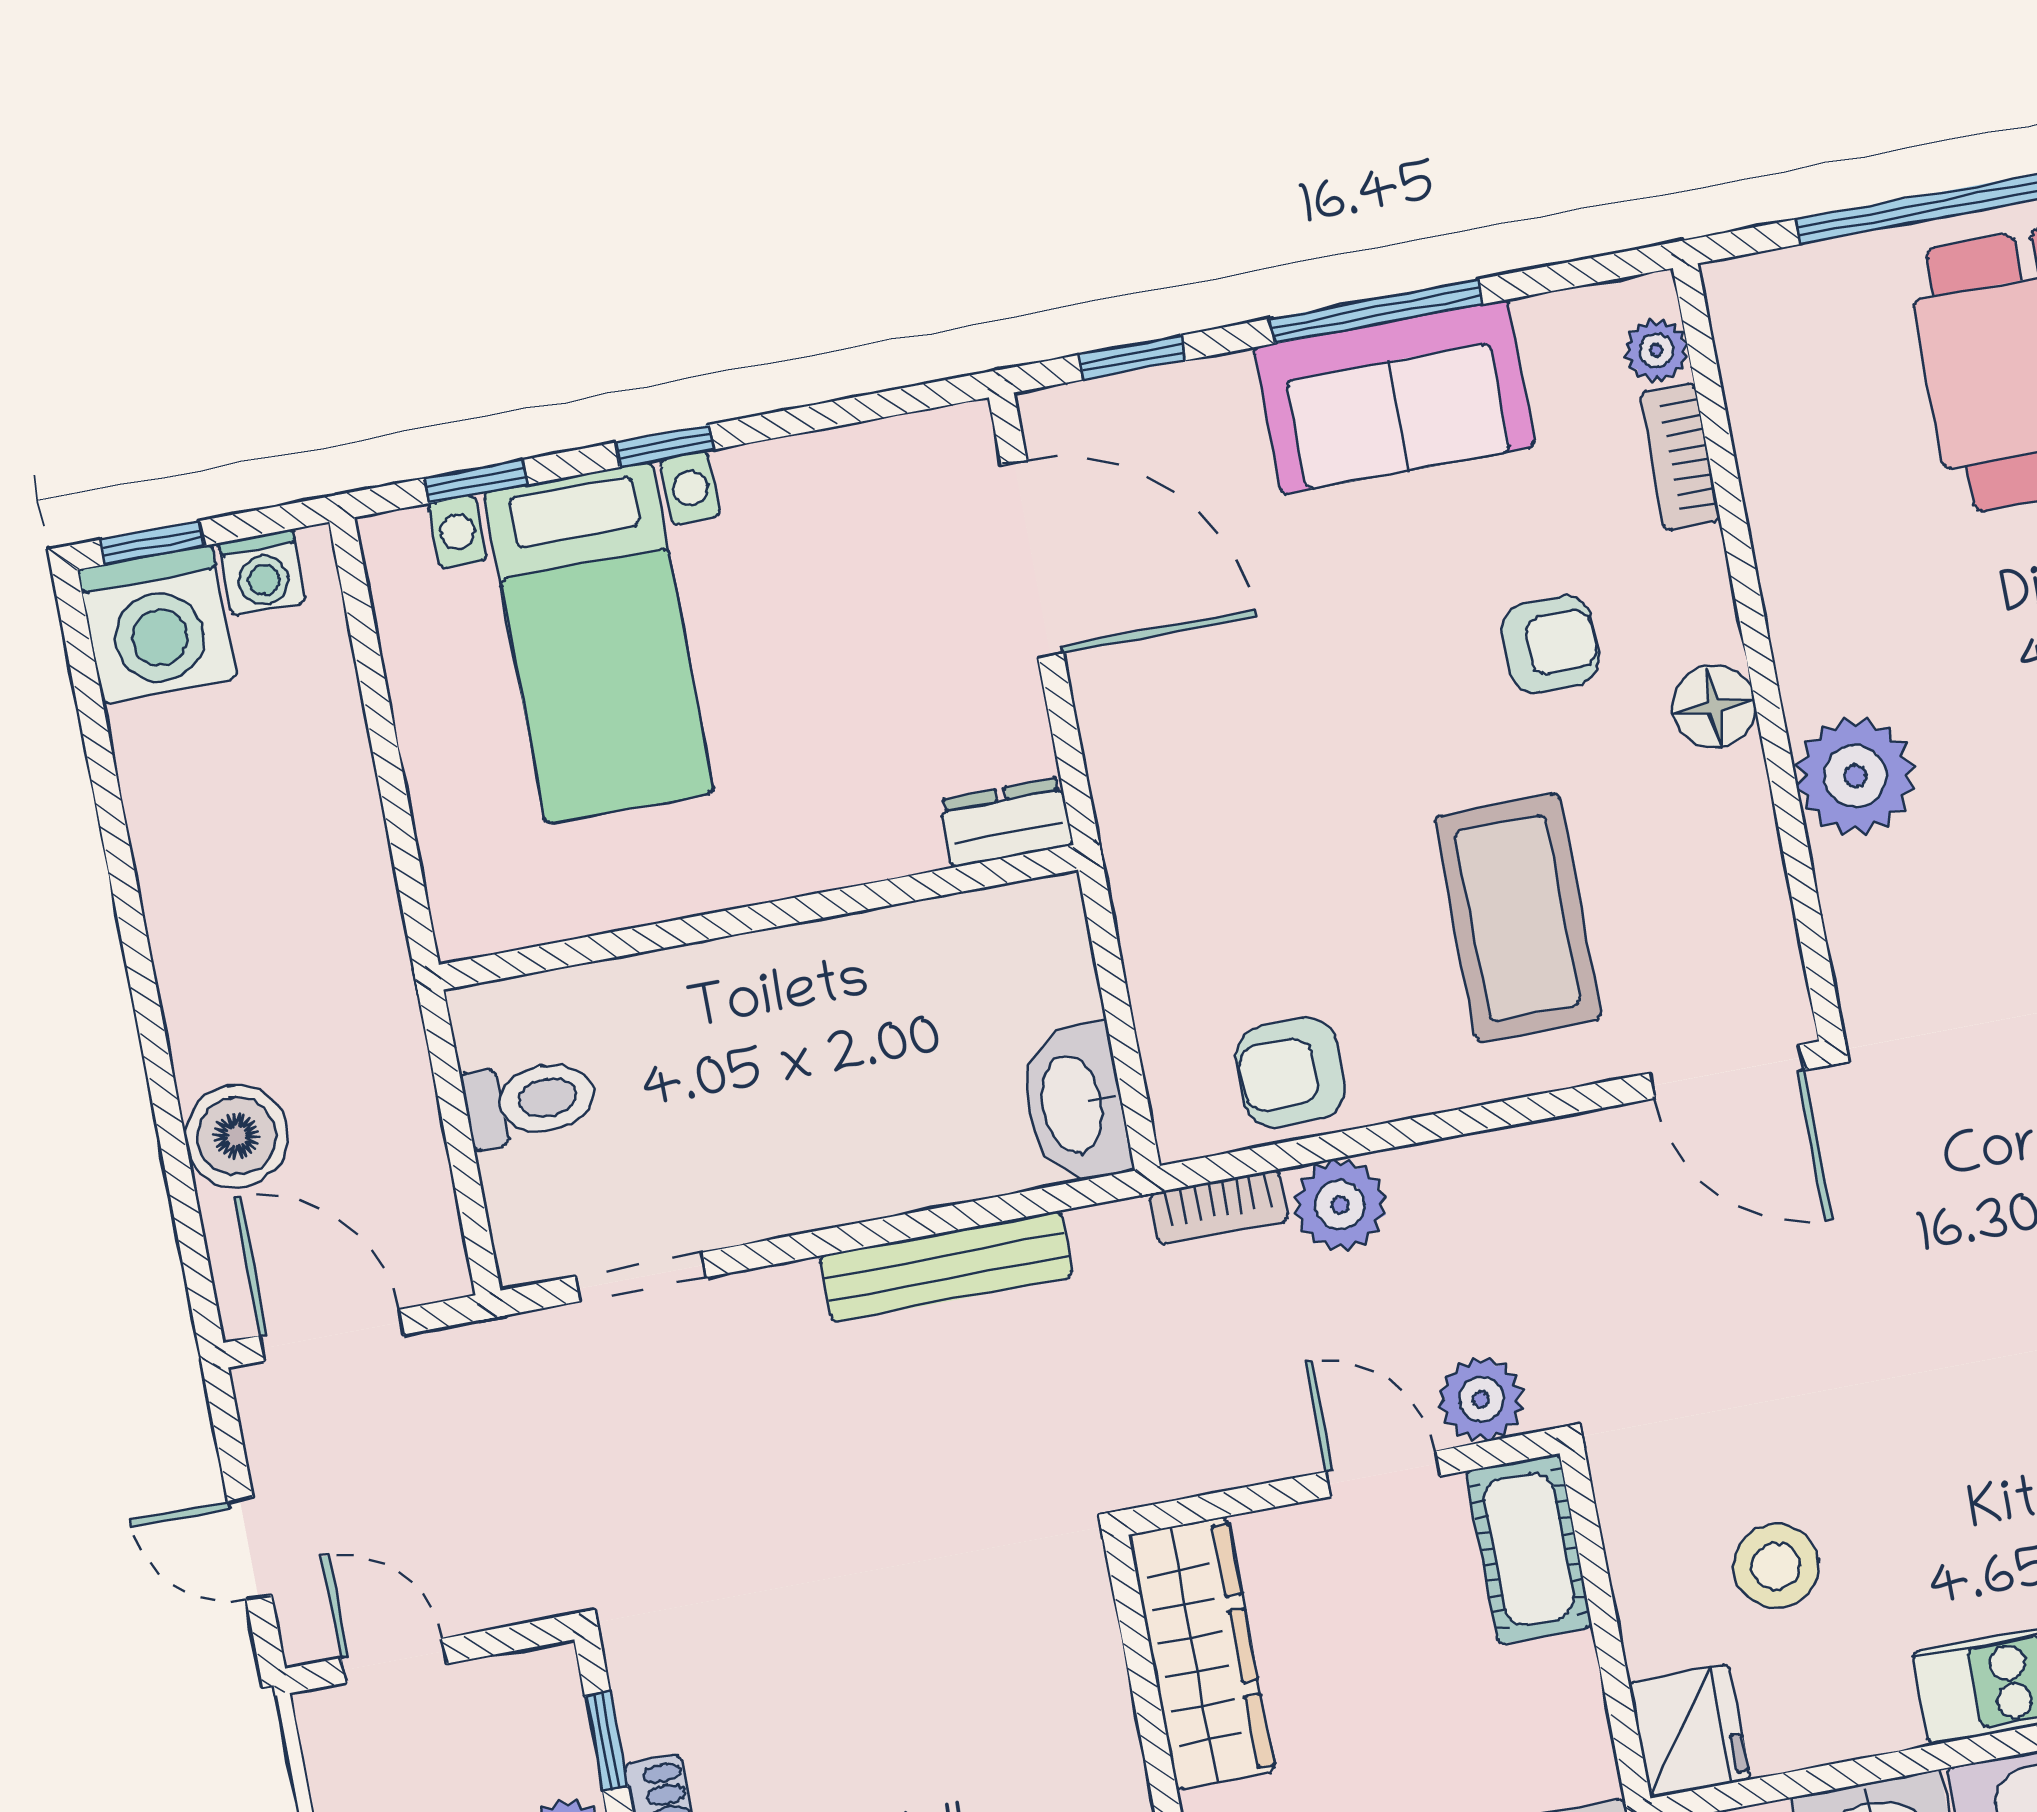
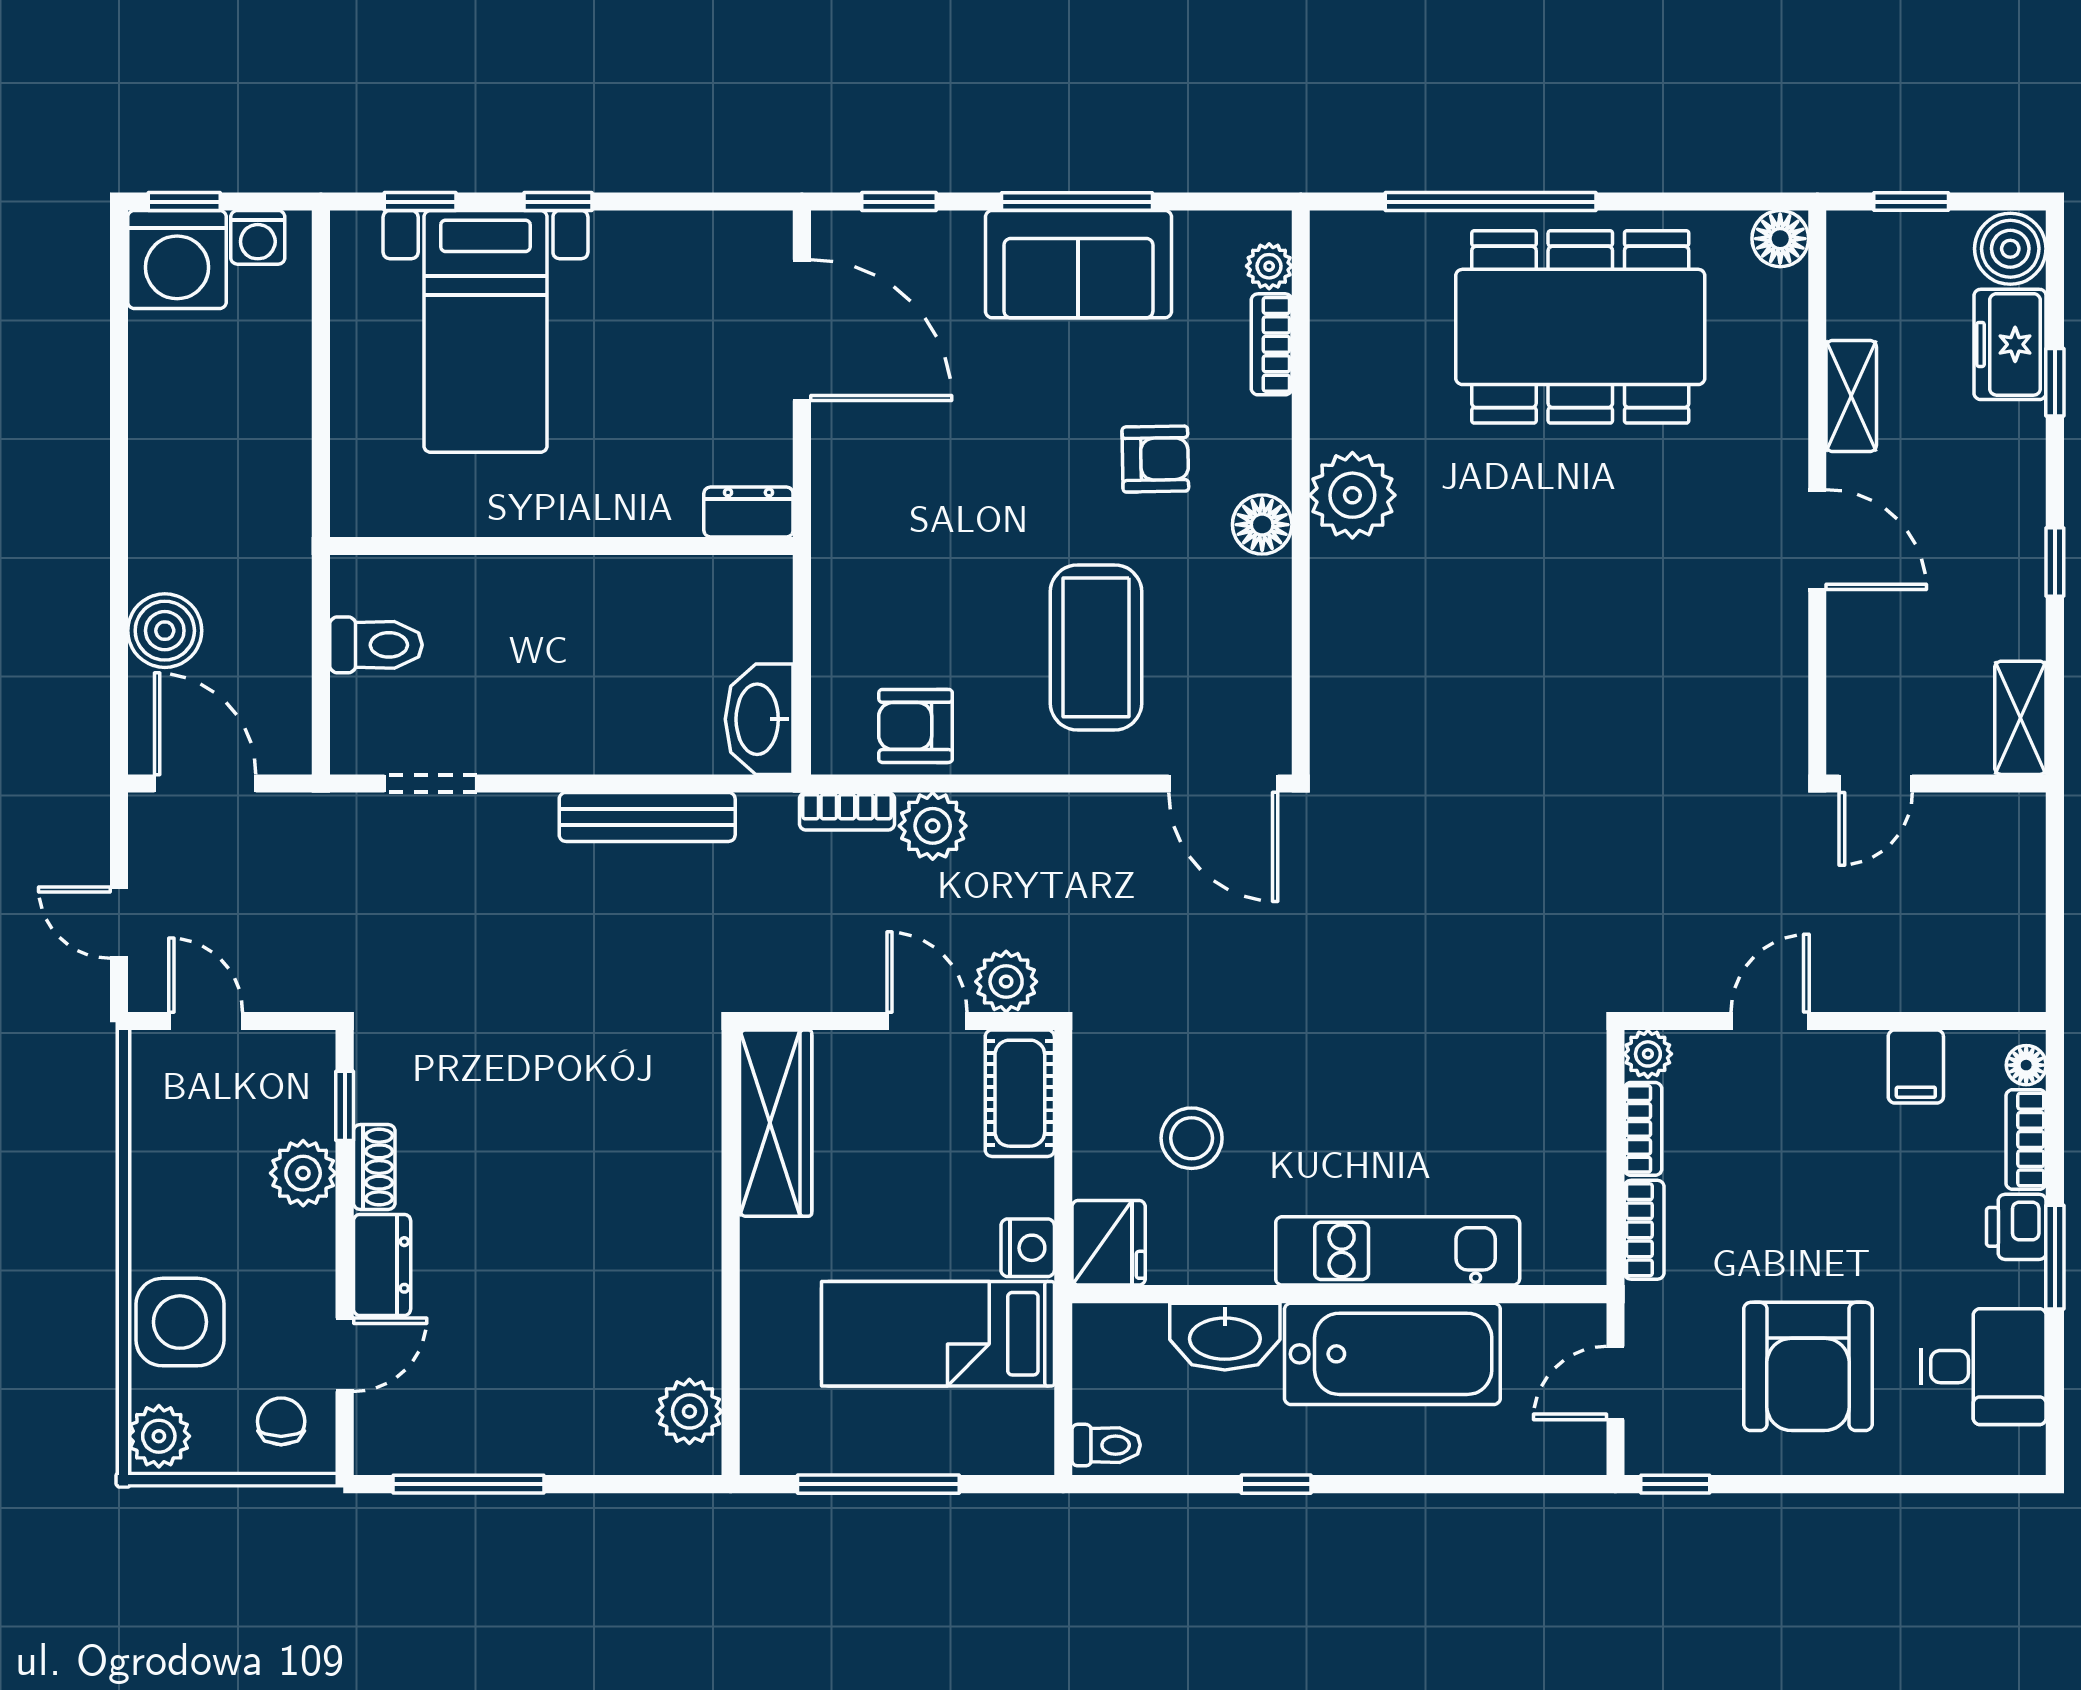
plant: (1855, 776) -> (1352, 495), moved
nightstand: (1580, 1759) -> (1028, 1248), added

